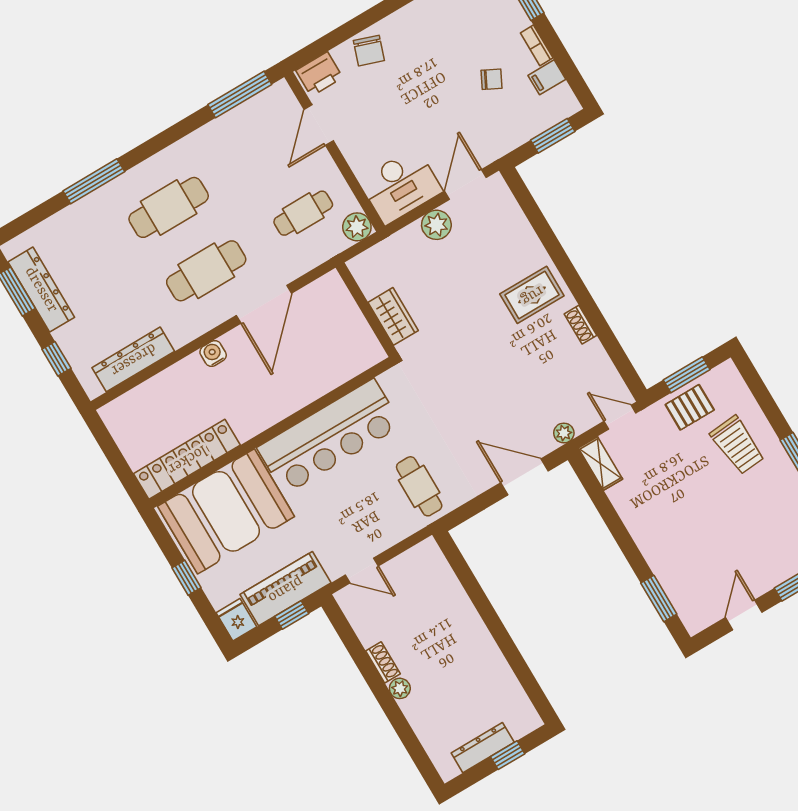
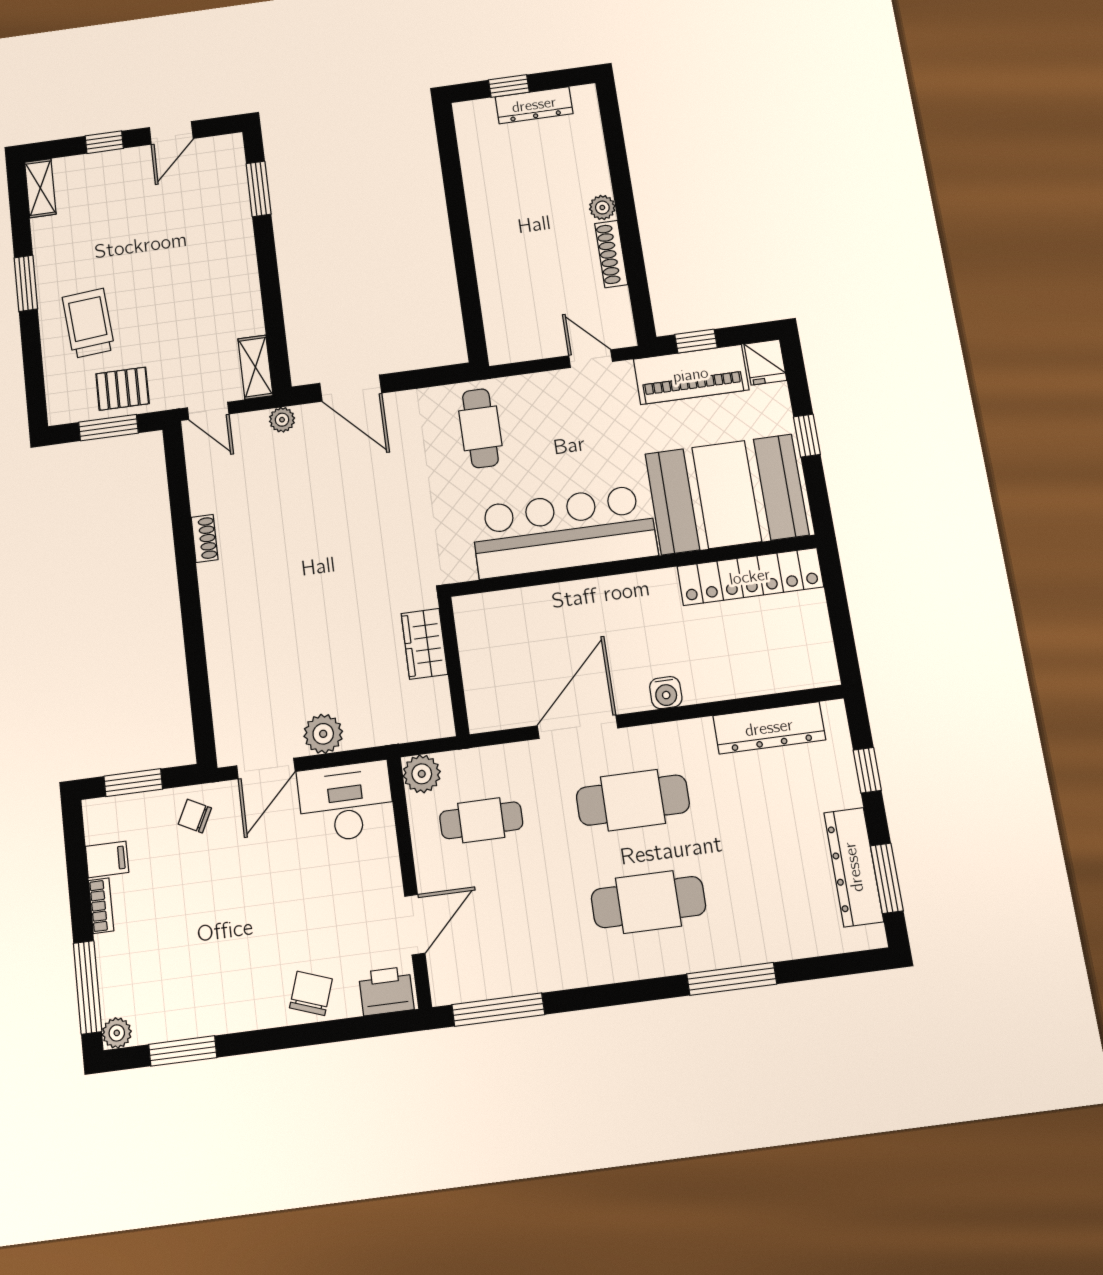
chair: (492, 79) -> (195, 816), moved
rug: (532, 295) -> (246, 598), removed
shoe rack: (383, 662) -> (611, 254), width x1.43

